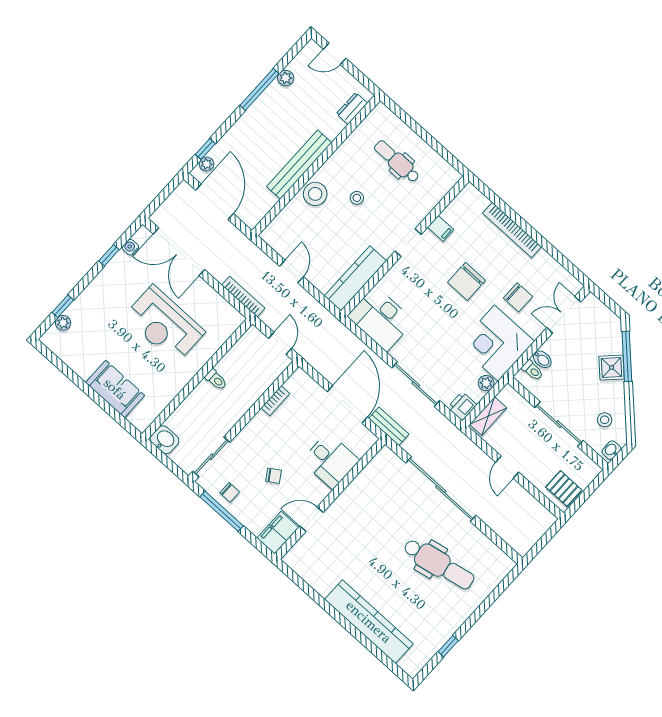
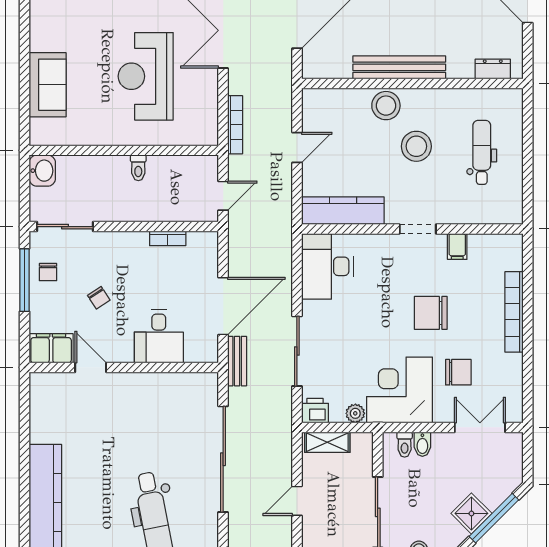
stool: (357, 198) -> (416, 146), width x1.89, depth x1.89
chair: (518, 297) -> (458, 372), turned -90

